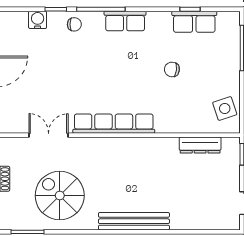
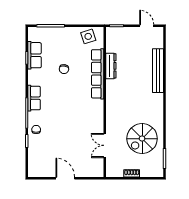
water cooler: (38, 20) -> (33, 152), removed
row of seats: (114, 124) -> (98, 74), moved
dresser: (200, 145) -> (111, 66), moved
bench: (134, 221) -> (158, 71), moved

